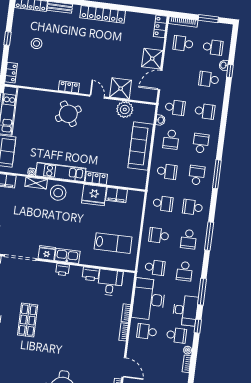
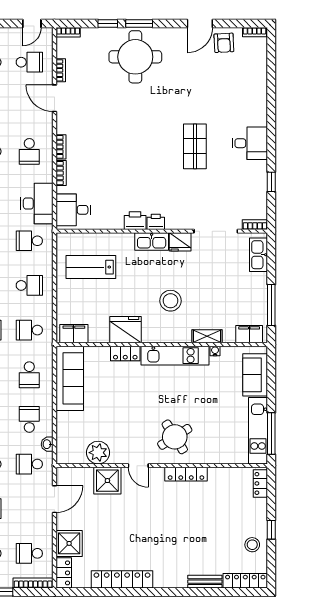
locker: (103, 14) -> (122, 579), moved
school desk: (183, 43) -> (29, 553), turned 180
stool: (37, 44) -> (252, 545), moved
shower: (152, 59) -> (69, 543), moved
locker: (69, 87) -> (186, 474), width x1.53
sofa: (141, 146) -> (70, 378), moved
school desk: (167, 171) -> (29, 375), turned -90
stool: (58, 193) -> (170, 301), moved
filing cabinet: (117, 195) -> (74, 334), moved
printer: (91, 274) -> (135, 221), moved
desk: (110, 282) -> (73, 210), moved, turned 90
desk: (149, 299) -> (37, 203), width x0.73, depth x0.77
school desk: (147, 331) -> (29, 151), turned 90

